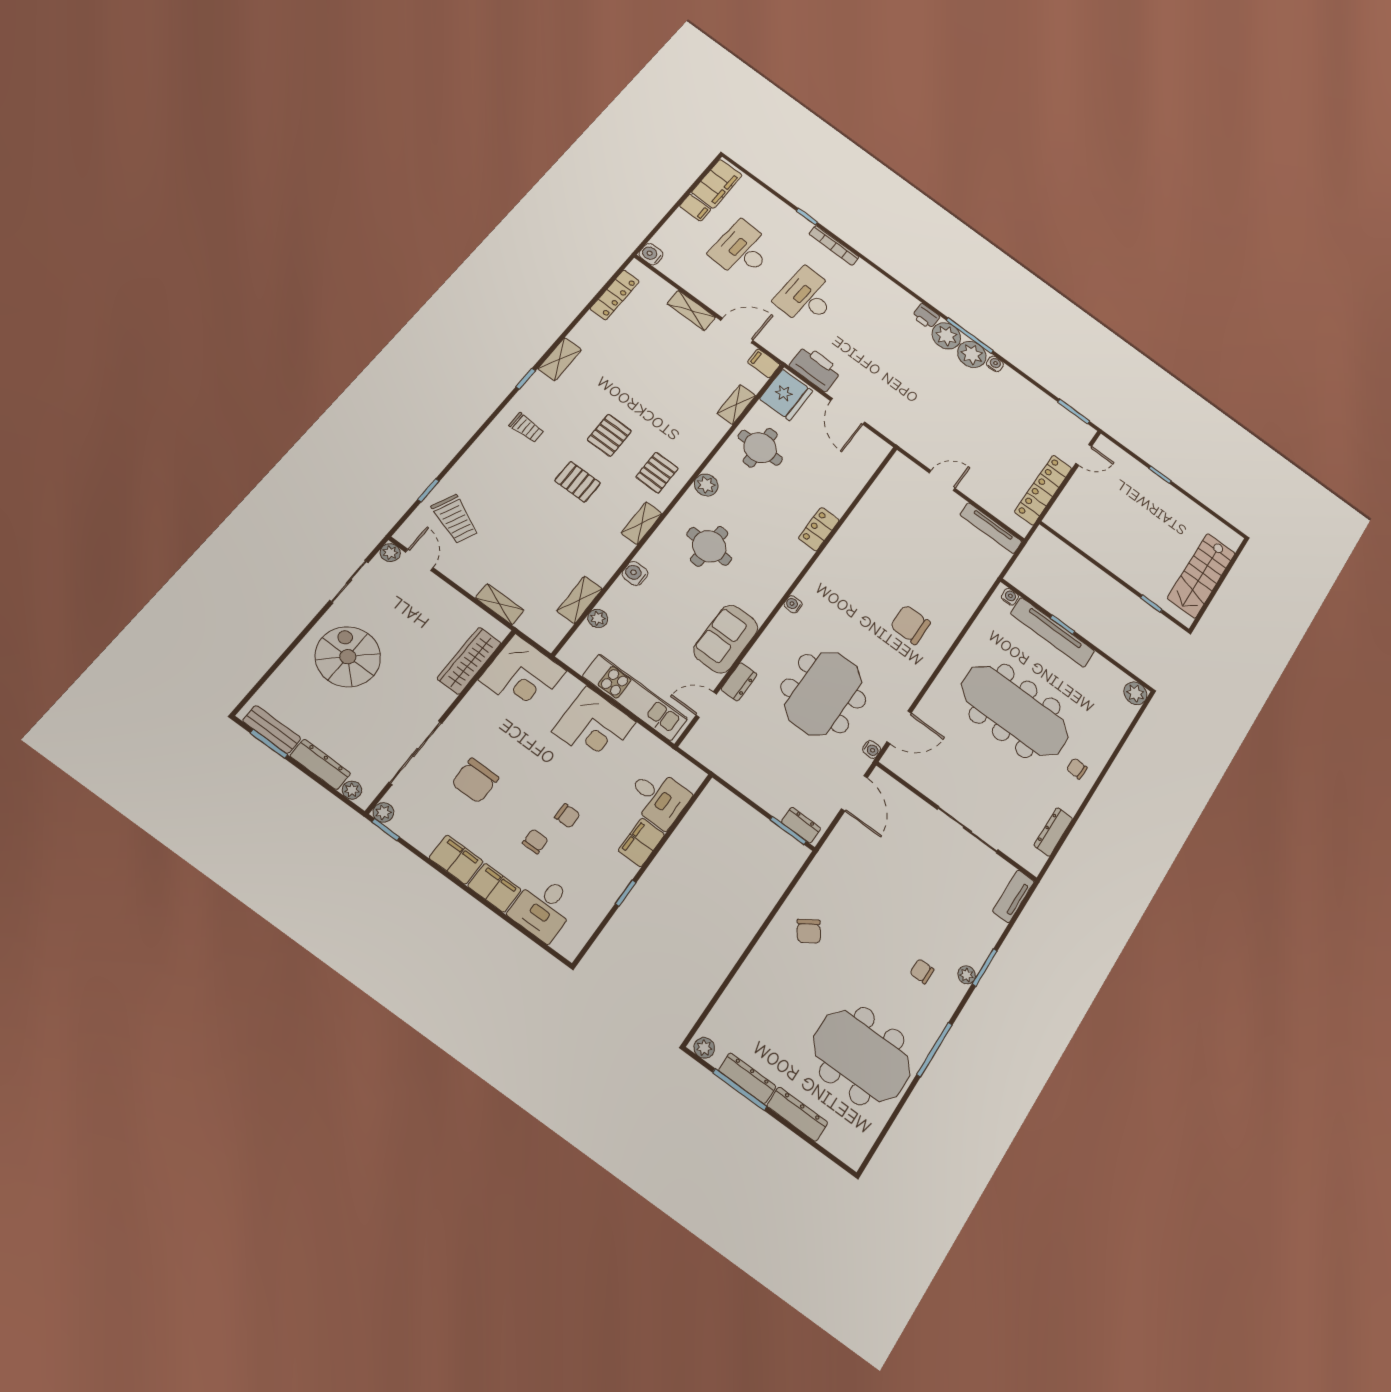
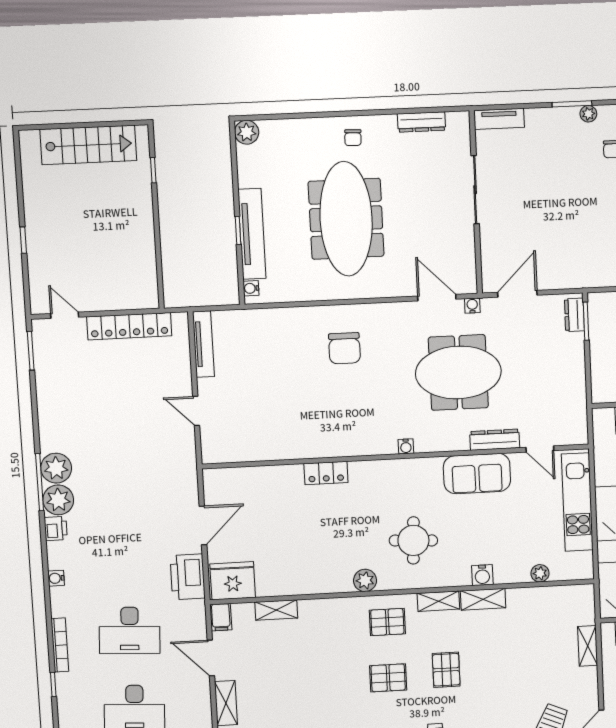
water cooler: (995, 364) -> (56, 578), moved
round table: (760, 448) -> (297, 566), removed
shelving: (580, 600) -> (483, 599), moved
dresser: (739, 682) -> (495, 440), width x1.44

